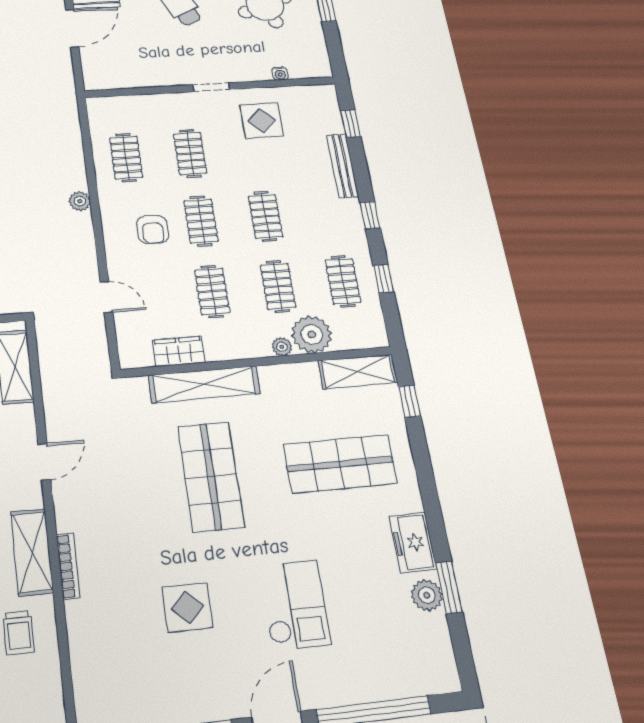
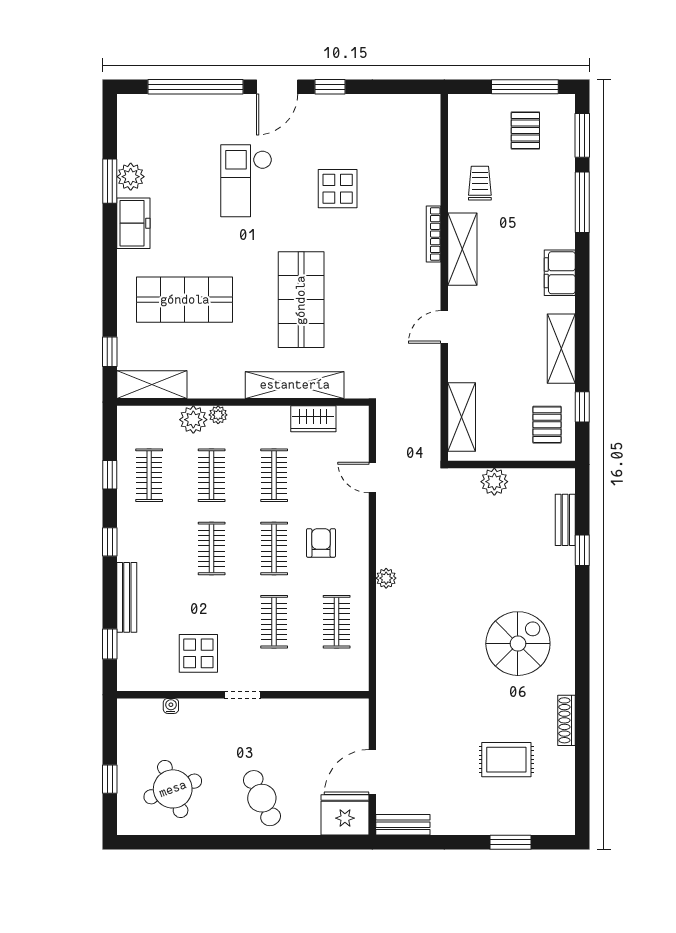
plant: (312, 334) -> (193, 420), width x0.73, depth x0.73

